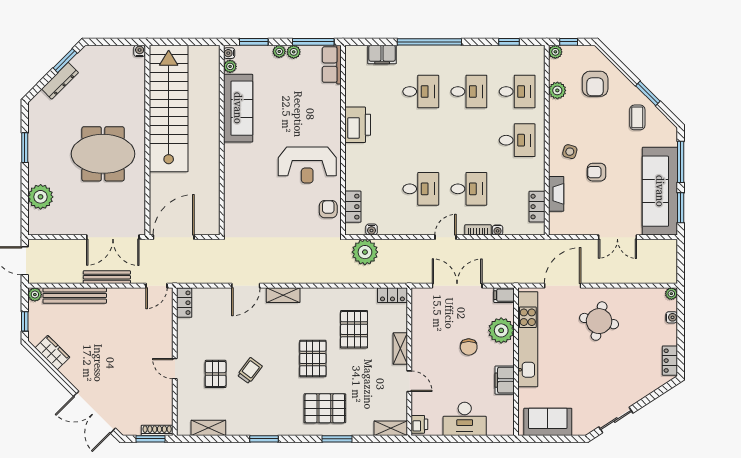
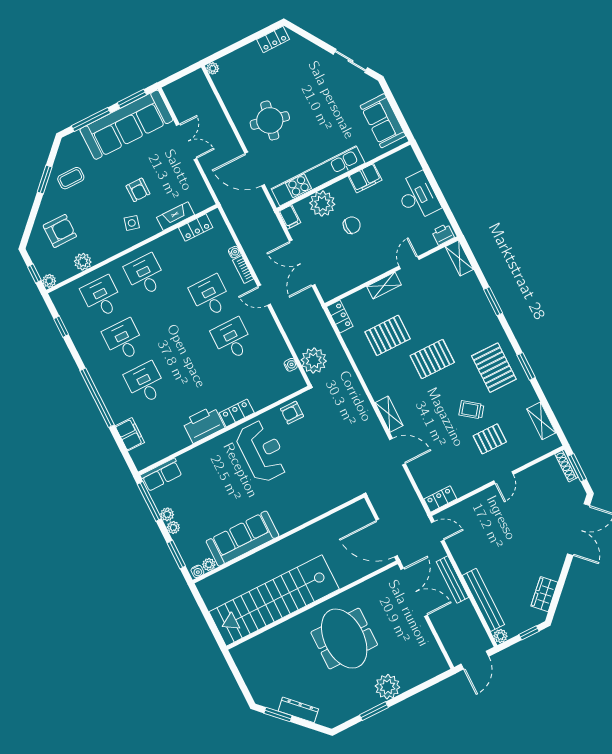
water cooler: (140, 51) -> (236, 652), removed
plant: (41, 197) -> (387, 687), moved
locker: (353, 207) -> (237, 413), moved
water cooler: (672, 317) -> (234, 57), removed
pallet: (325, 408) -> (494, 368), moved

